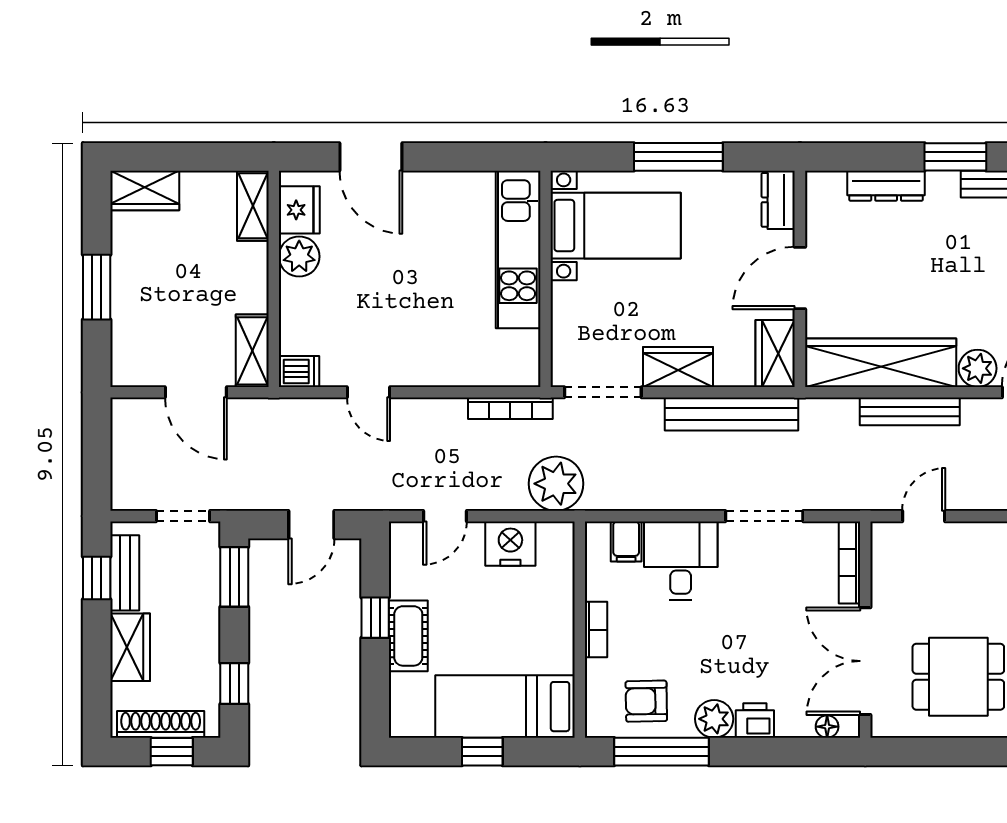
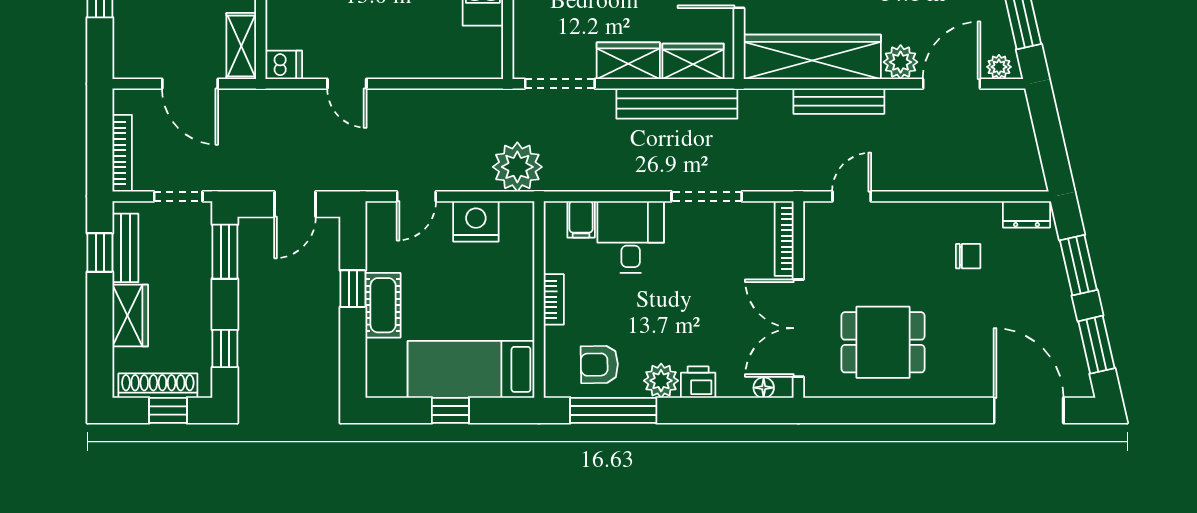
wardrobe: (775, 353) -> (693, 61), moved, turned 90
bookcase: (510, 408) -> (122, 153), moved, turned -90

